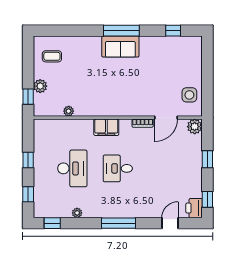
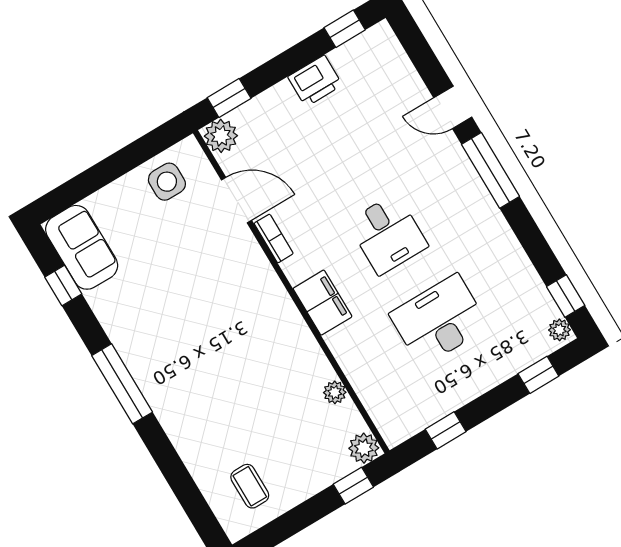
sofa: (120, 47) -> (82, 247), moved
plant: (40, 86) -> (364, 448), moved
window: (207, 159) -> (229, 98), moved
window: (28, 160) -> (446, 430), moved
printer: (194, 208) -> (315, 81), moved
plant: (77, 213) -> (559, 330), moved
door: (170, 223) -> (453, 107), moved

